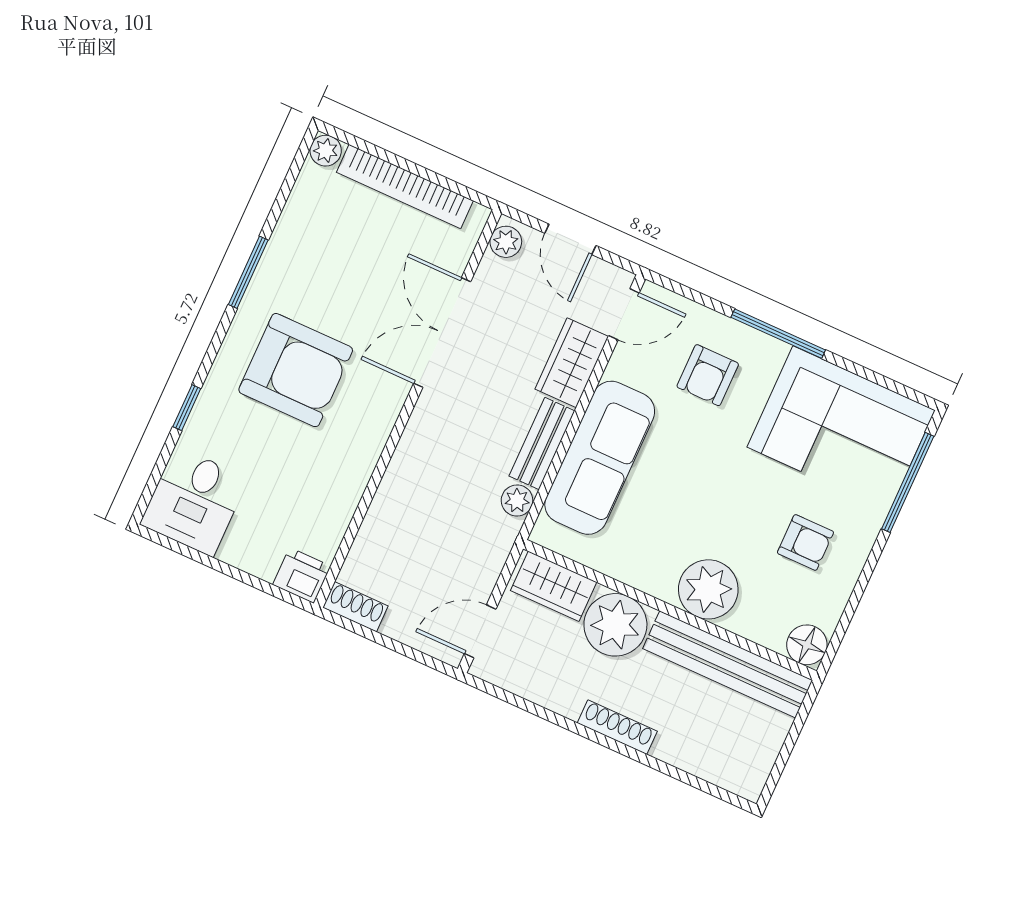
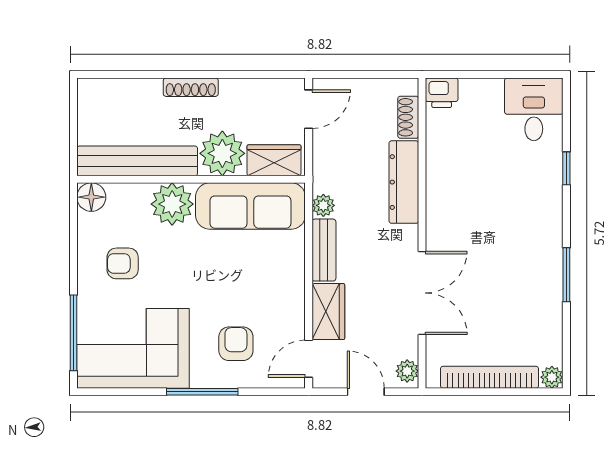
armchair: (296, 370) -> (506, 225), removed
sofa: (600, 458) -> (250, 206), moved, turned -90
dresser: (401, 484) -> (404, 182), added
shoe rack: (355, 607) -> (408, 117), moved, turned 90

